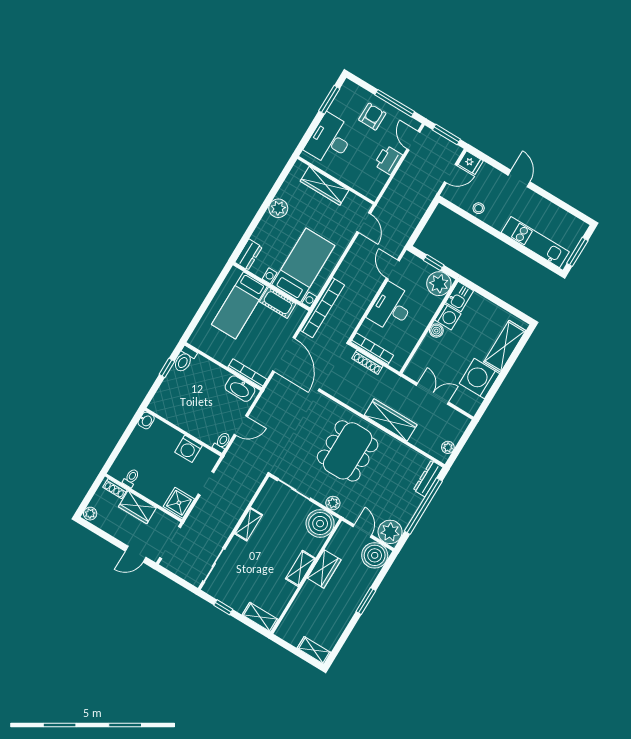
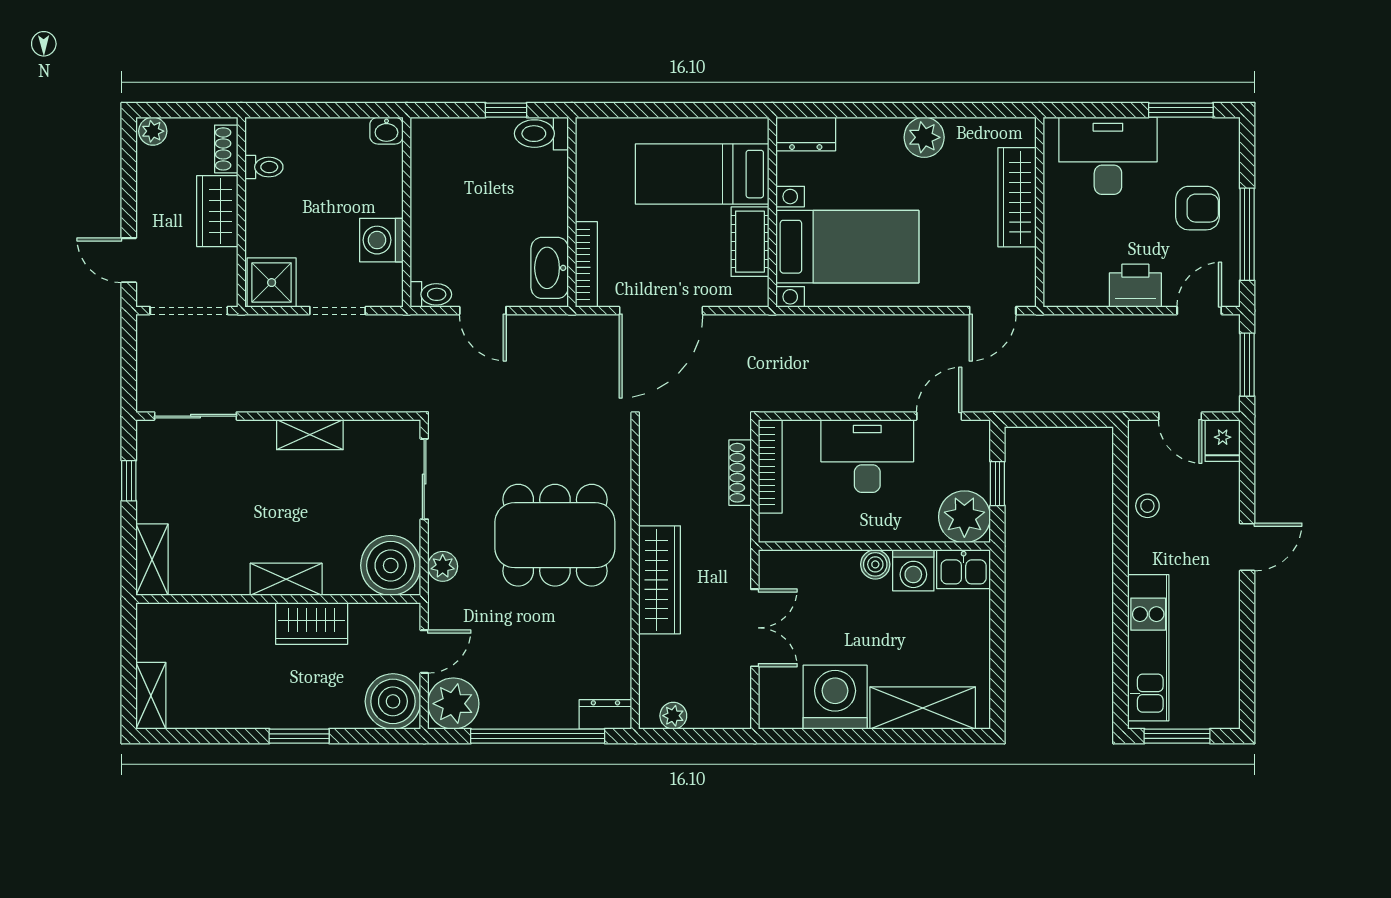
bookcase: (322, 308) -> (790, 329), removed
dresser: (428, 479) -> (605, 714), width x0.70

